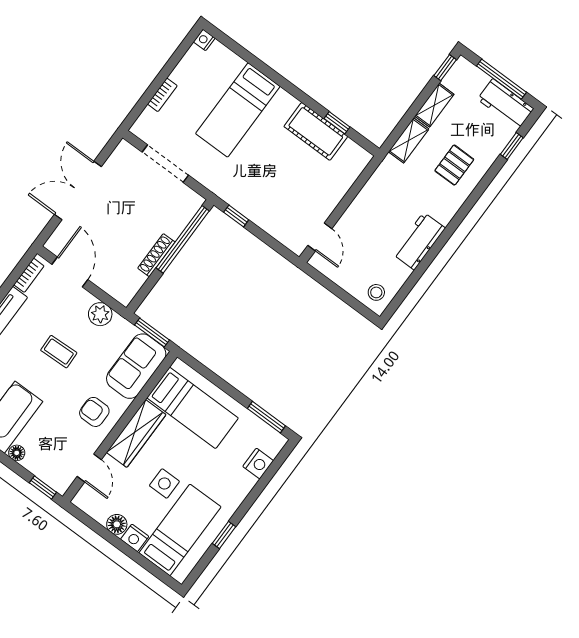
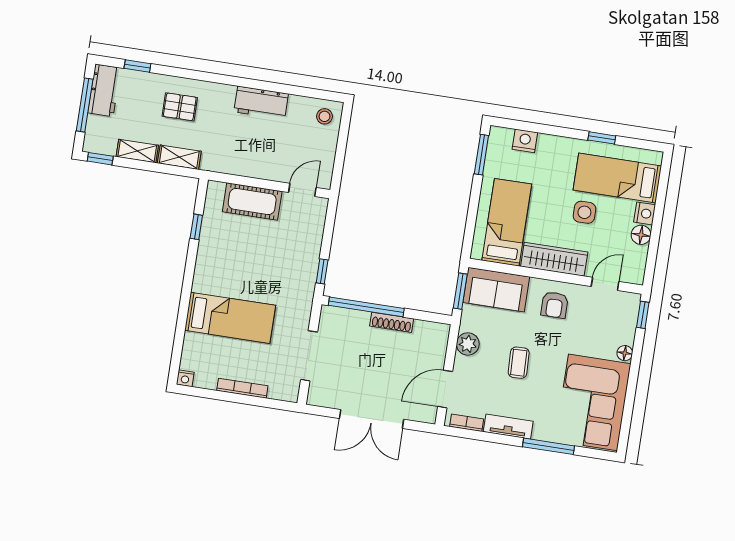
bookcase: (162, 95) -> (242, 388), width x1.56
cot: (316, 131) -> (252, 201), moved, turned 90

